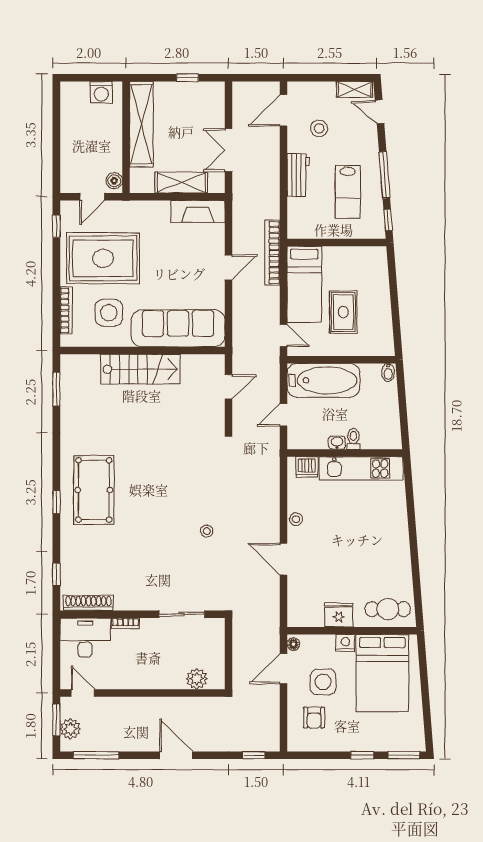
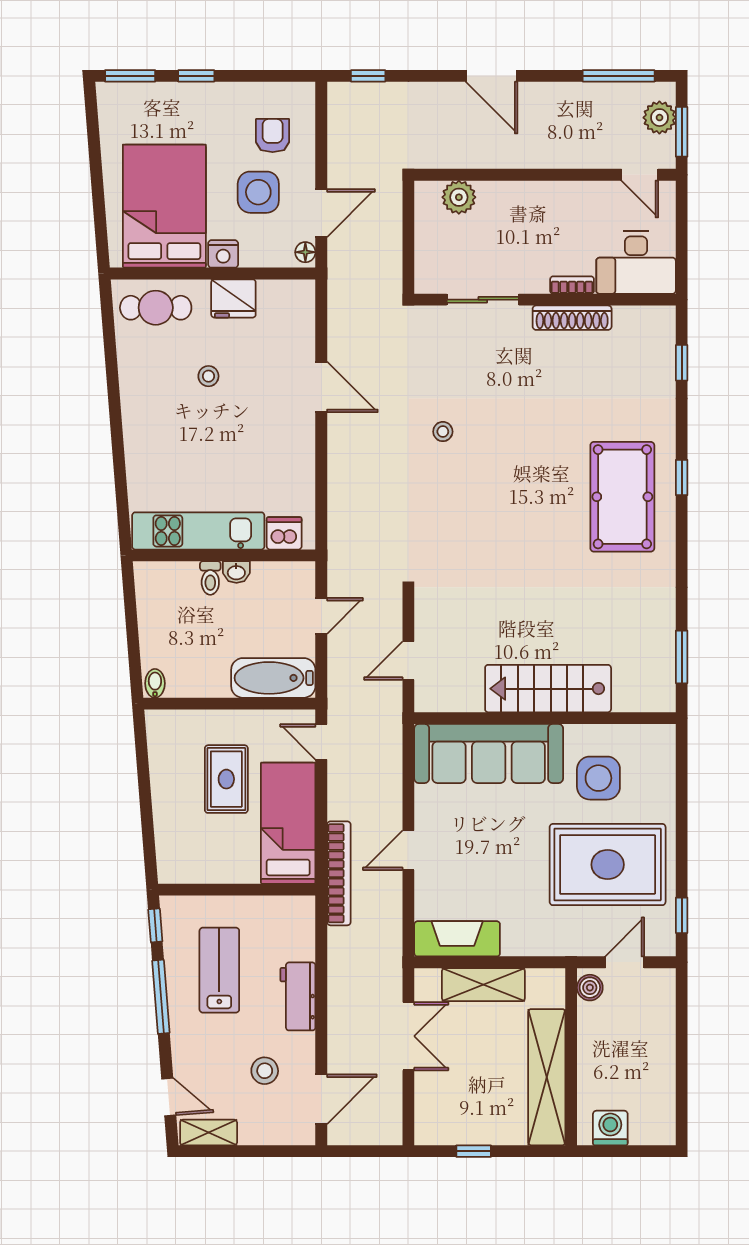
bookcase: (66, 310) -> (666, 782), removed
bathtub: (323, 380) -> (273, 678), width x0.73, depth x0.73
stool: (296, 519) -> (208, 376), moved
shoe rack: (88, 603) -> (572, 318), moved

